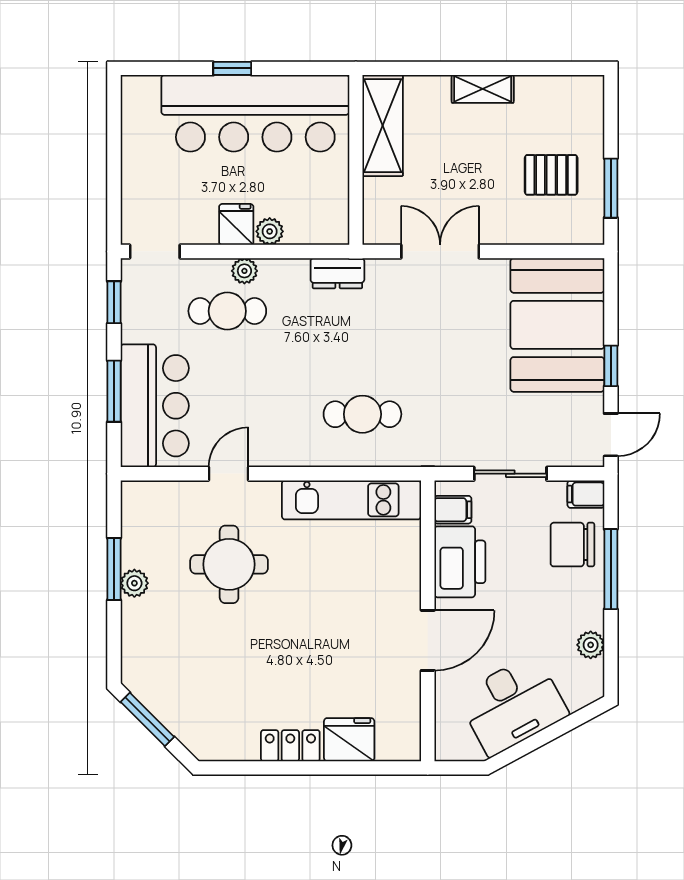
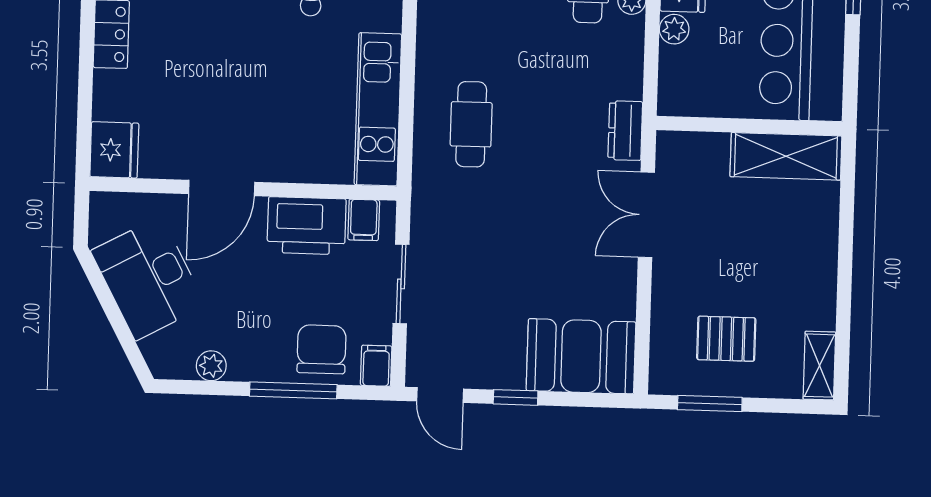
shelving: (483, 89) -> (819, 366), moved
pallet: (551, 175) -> (726, 339), turned 90
double door: (440, 251) -> (646, 215), swing flipped
dresser: (337, 273) -> (625, 131), moved
booth: (557, 325) -> (581, 356), width x0.73, depth x0.70
door: (428, 640) -> (222, 188), hinge flipped
fridge: (349, 740) -> (114, 150), moved

